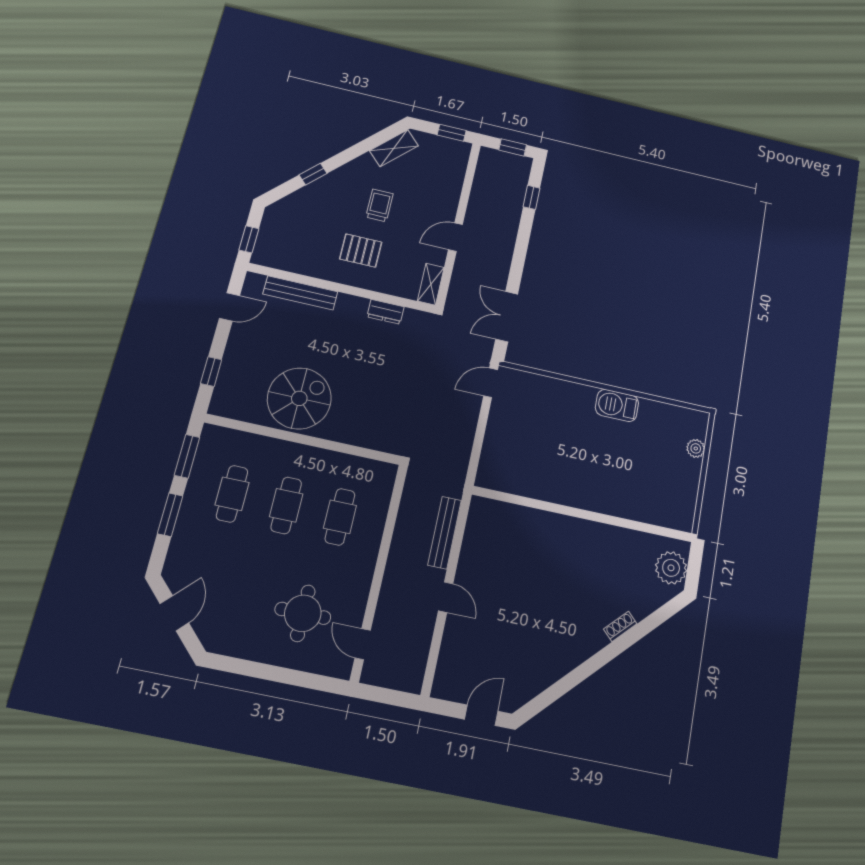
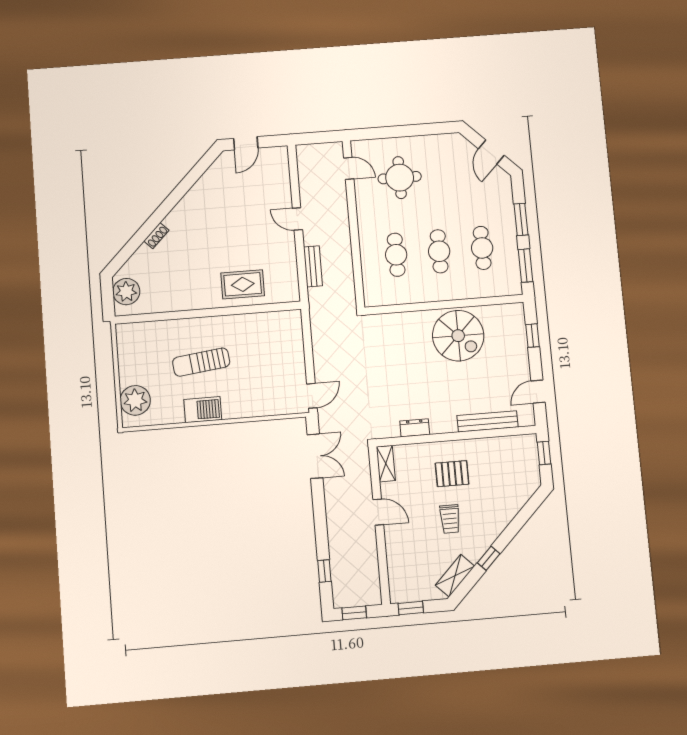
window: (313, 174) -> (489, 558), moved
door: (455, 237) -> (378, 512), hinge flipped
spiral stairs: (299, 398) -> (458, 336), turned -90
plant: (696, 448) -> (135, 400), width x1.88, depth x1.88
sun lounger: (605, 459) -> (201, 362), added
bench: (445, 533) -> (313, 266), width x0.73
rug: (534, 536) -> (243, 284), added

